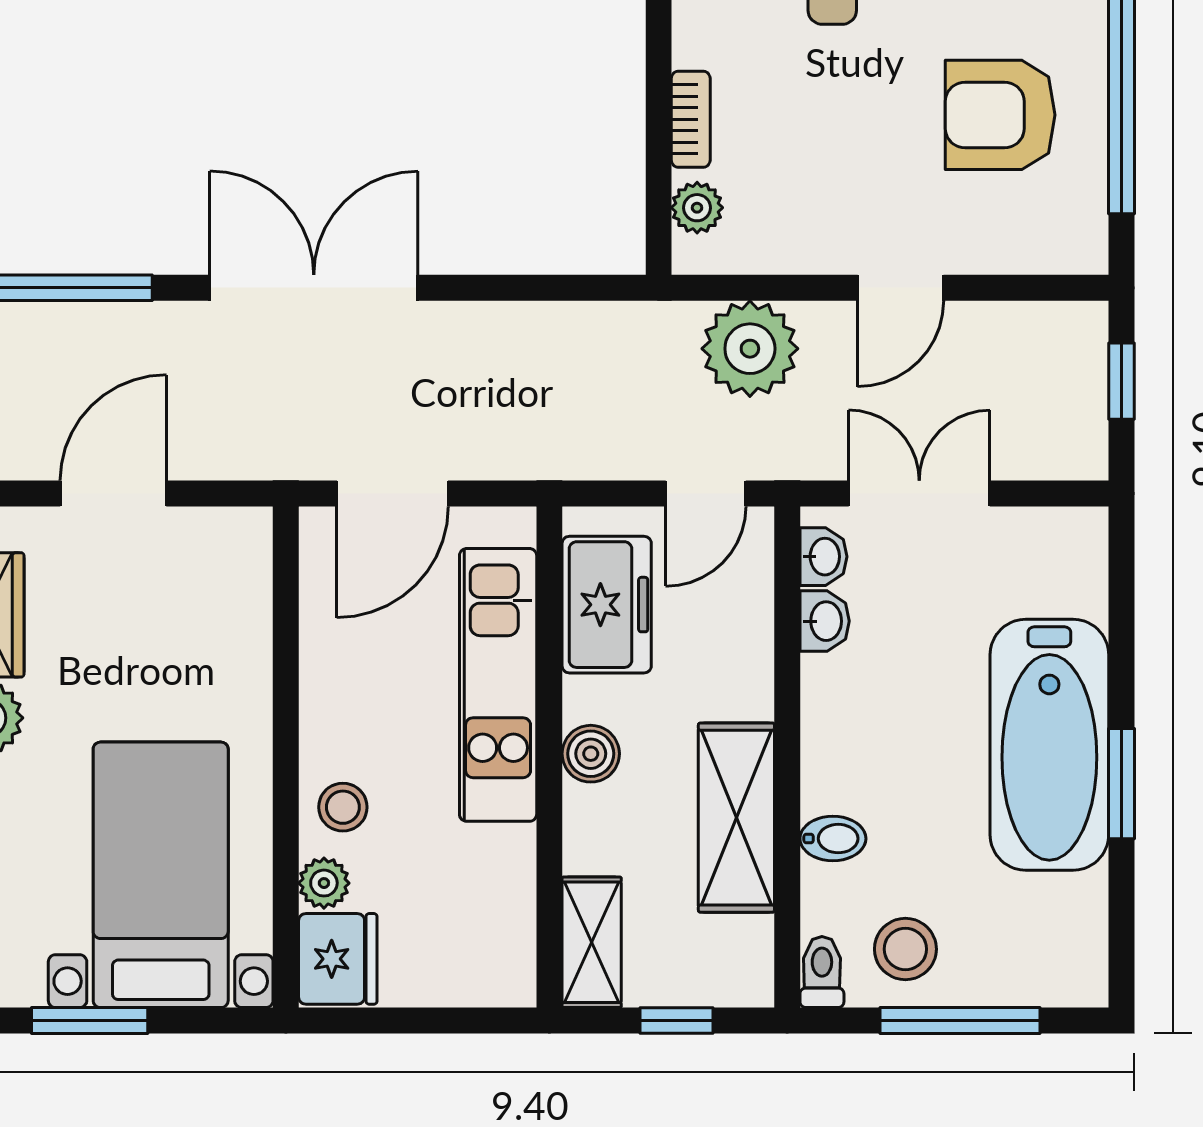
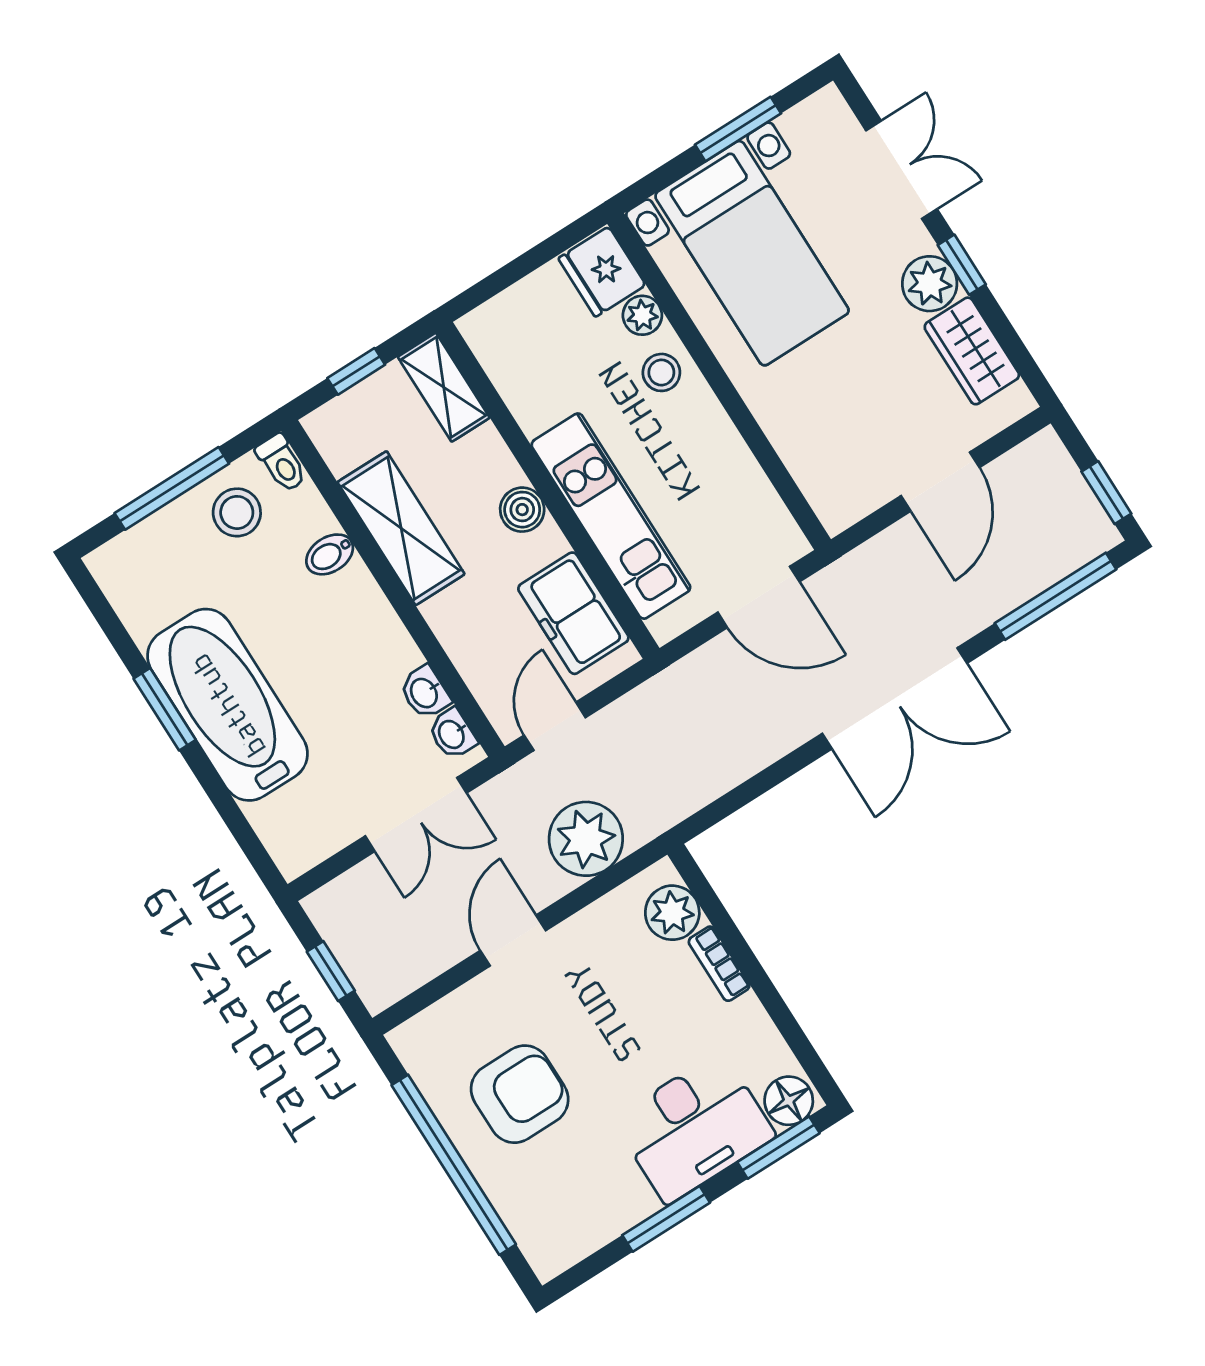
plant: (697, 208) -> (672, 913), width x1.38, depth x1.38
door: (393, 494) -> (759, 597), swing flipped

